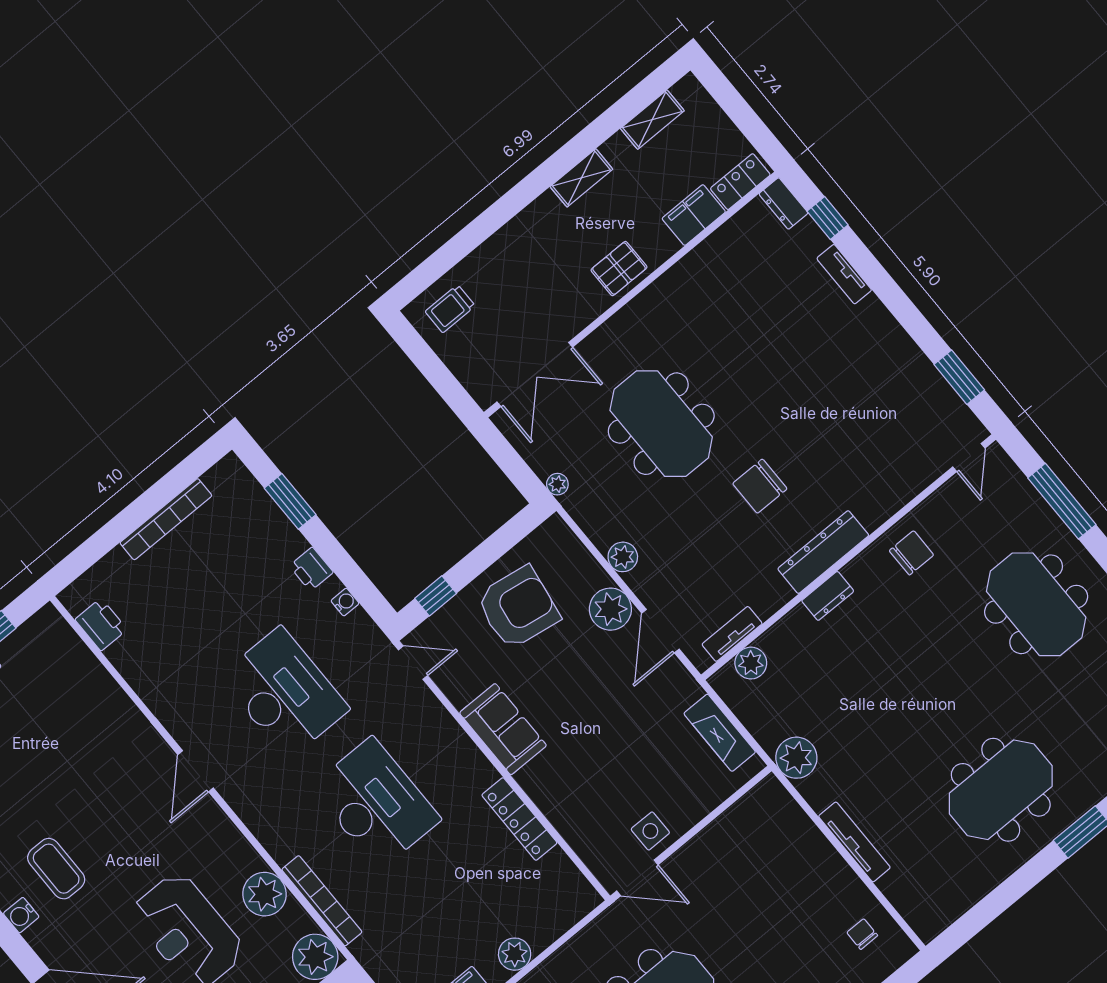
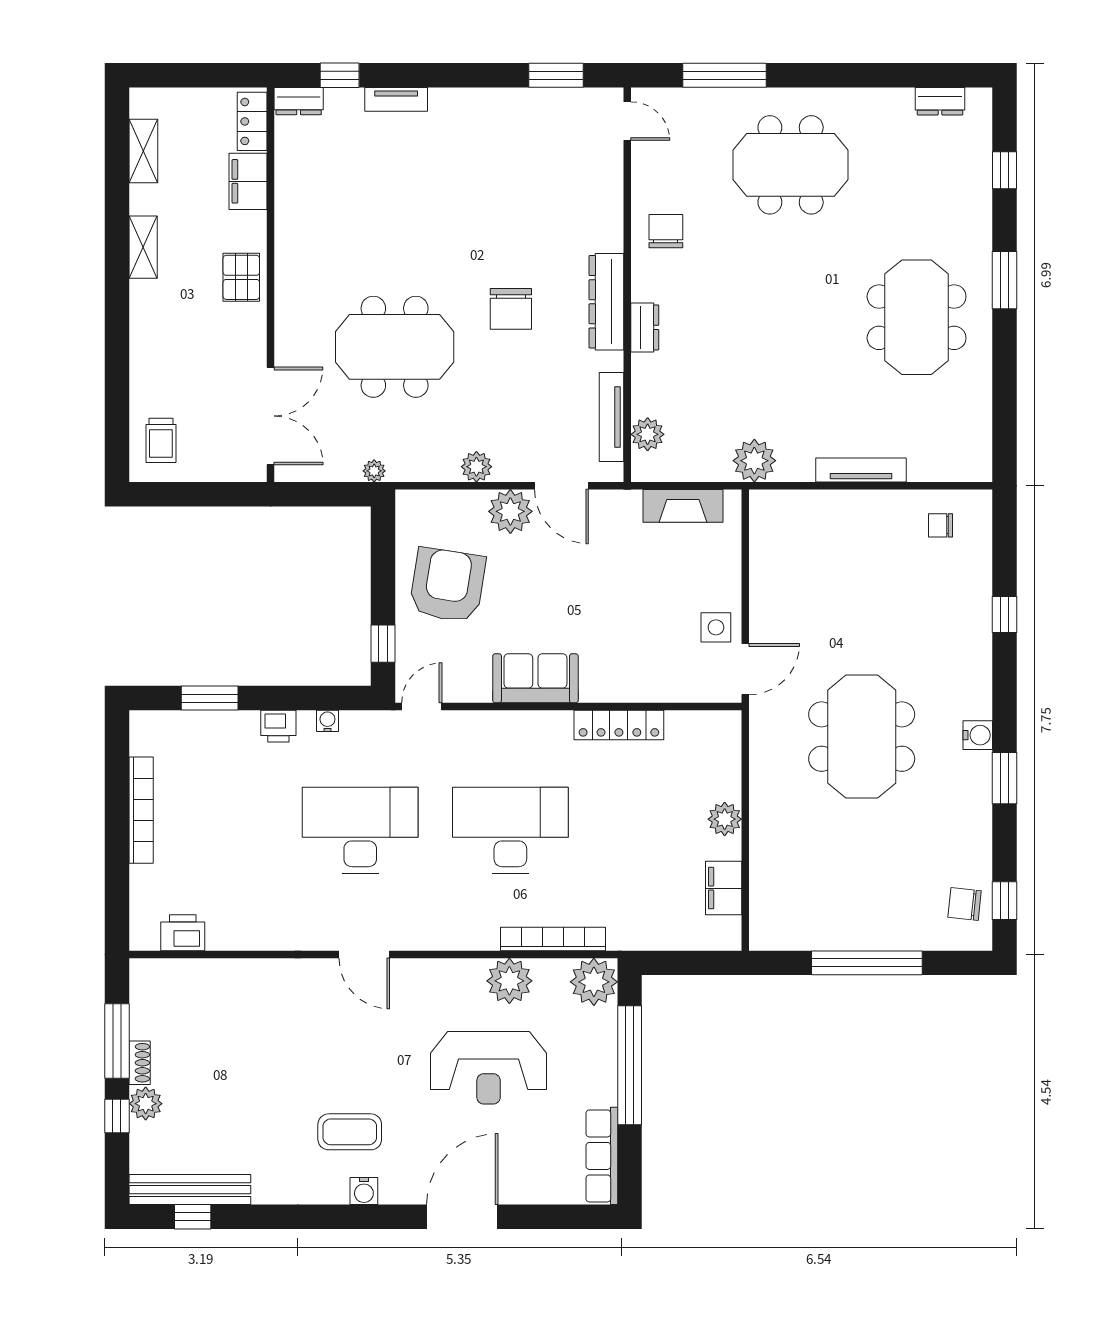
tv unit: (732, 634) -> (612, 417), width x1.41

